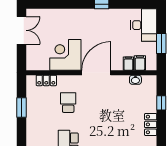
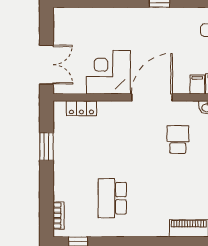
double door: (22, 30) -> (47, 65), moved
school desk: (68, 103) -> (178, 140), moved

